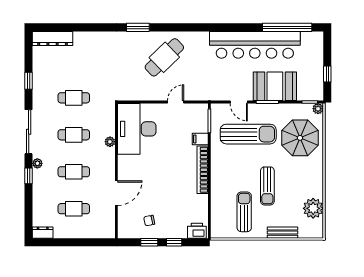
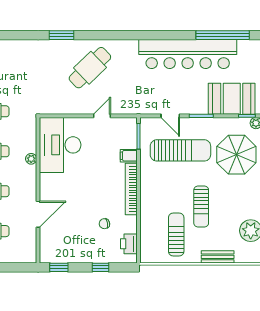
booth: (275, 86) -> (232, 99), moved
chair: (149, 221) -> (104, 224), moved
printer: (197, 231) -> (129, 244), moved, turned -90
window: (149, 242) -> (59, 267), moved

